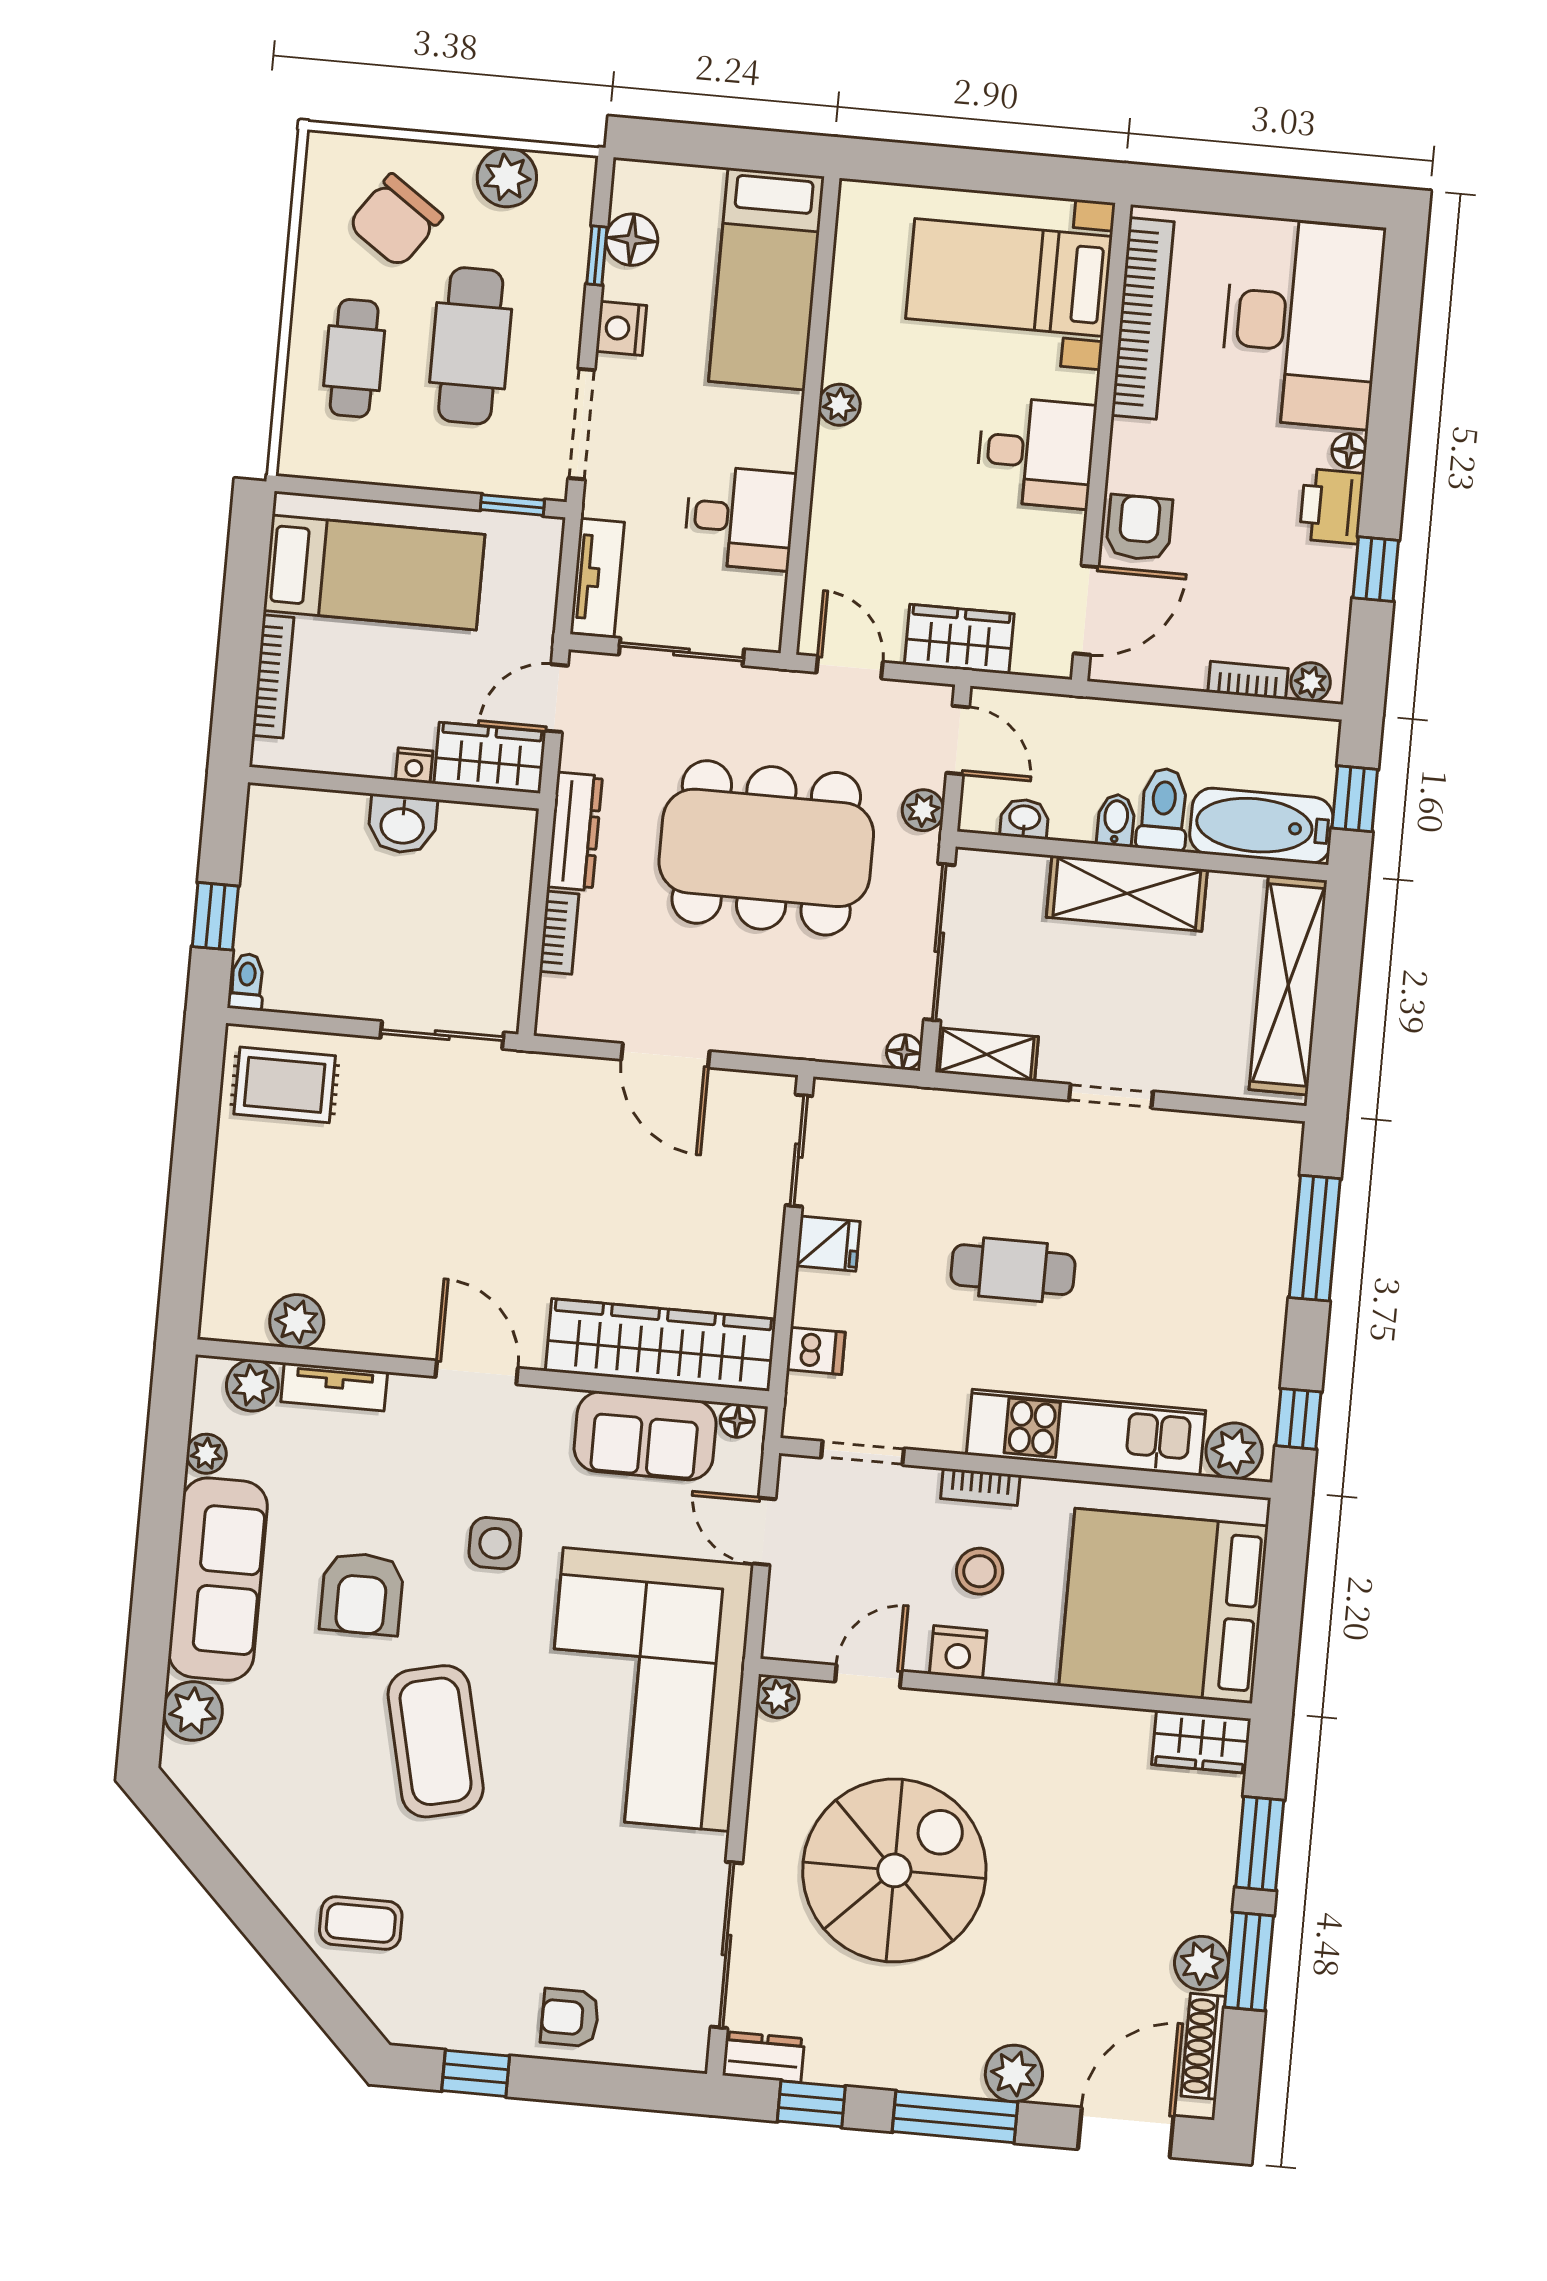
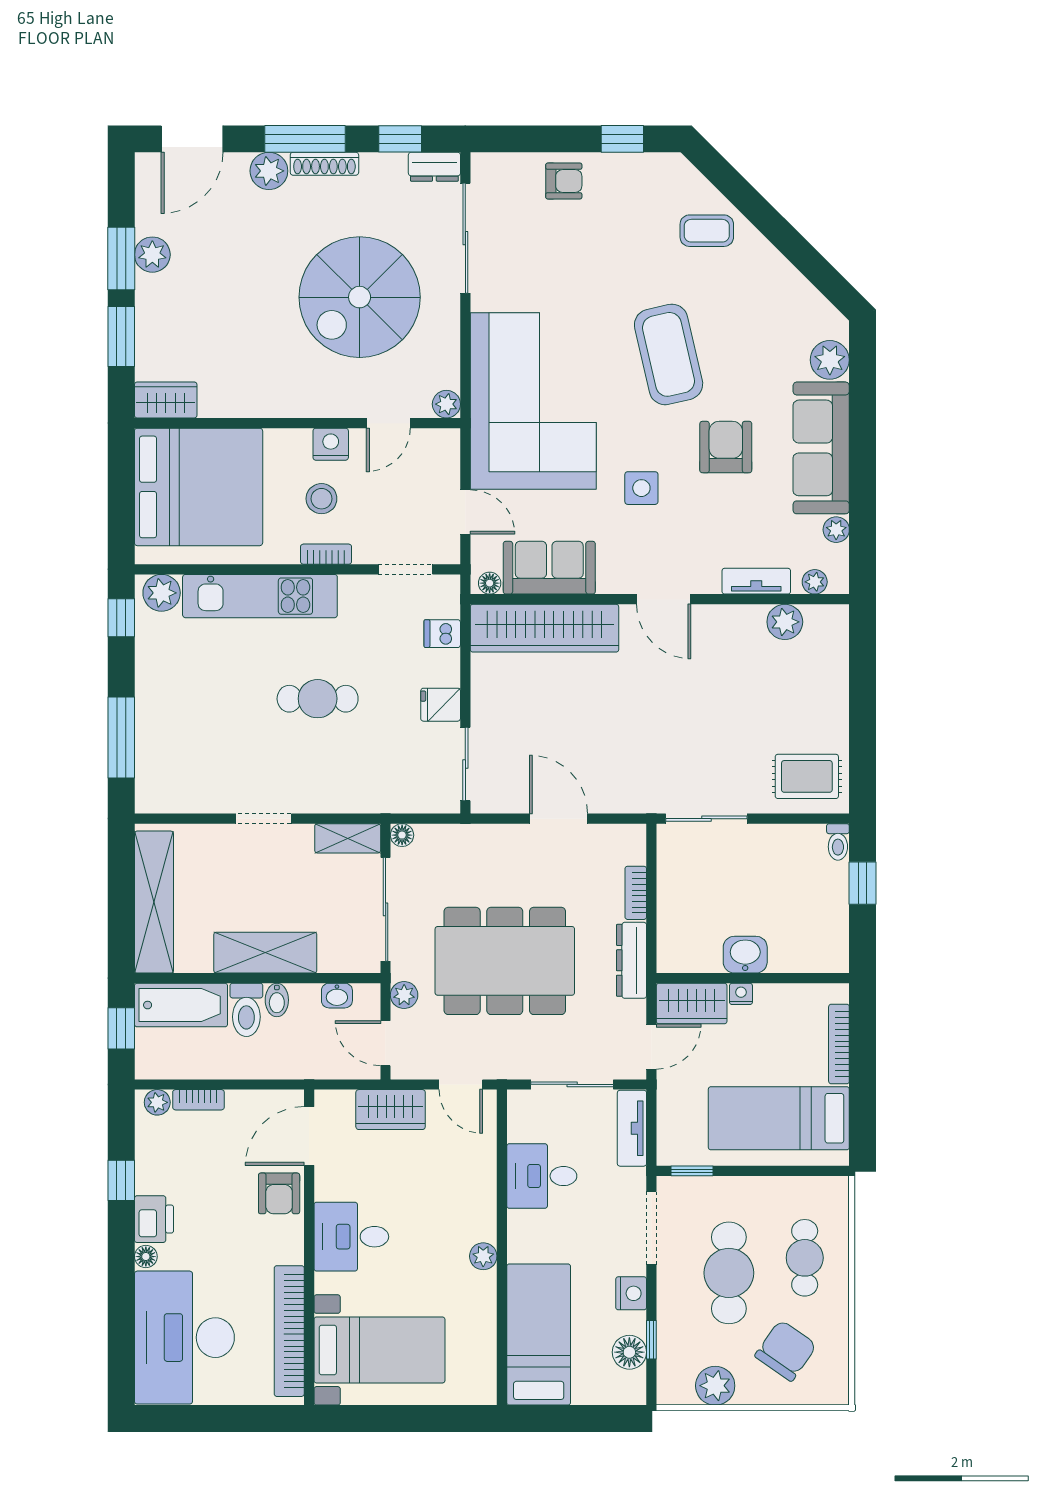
plant: (252, 1385) -> (815, 582), width x0.73, depth x0.73
shoe rack: (1203, 2046) -> (324, 164), moved, turned 90

